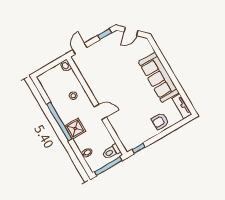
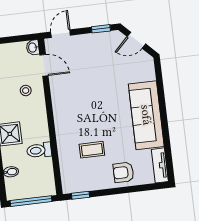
door: (100, 112) -> (44, 65), moved
coffee table: (133, 115) -> (92, 150), added
toilet: (111, 152) -> (39, 150), moved

